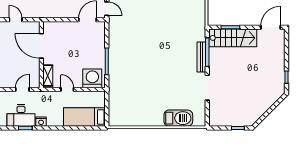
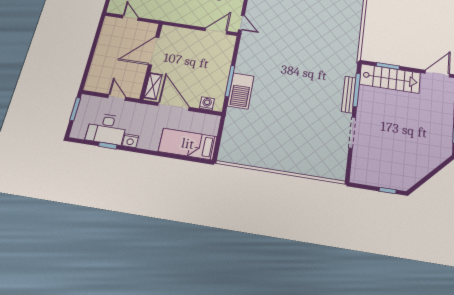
door: (41, 46) -> (154, 51), hinge flipped
washing machine: (92, 78) -> (207, 103), width x0.53, depth x0.53
door: (22, 89) -> (117, 97), hinge flipped
door: (67, 89) -> (174, 106), width x1.87
barbecue: (178, 118) -> (241, 91), moved, turned 90

